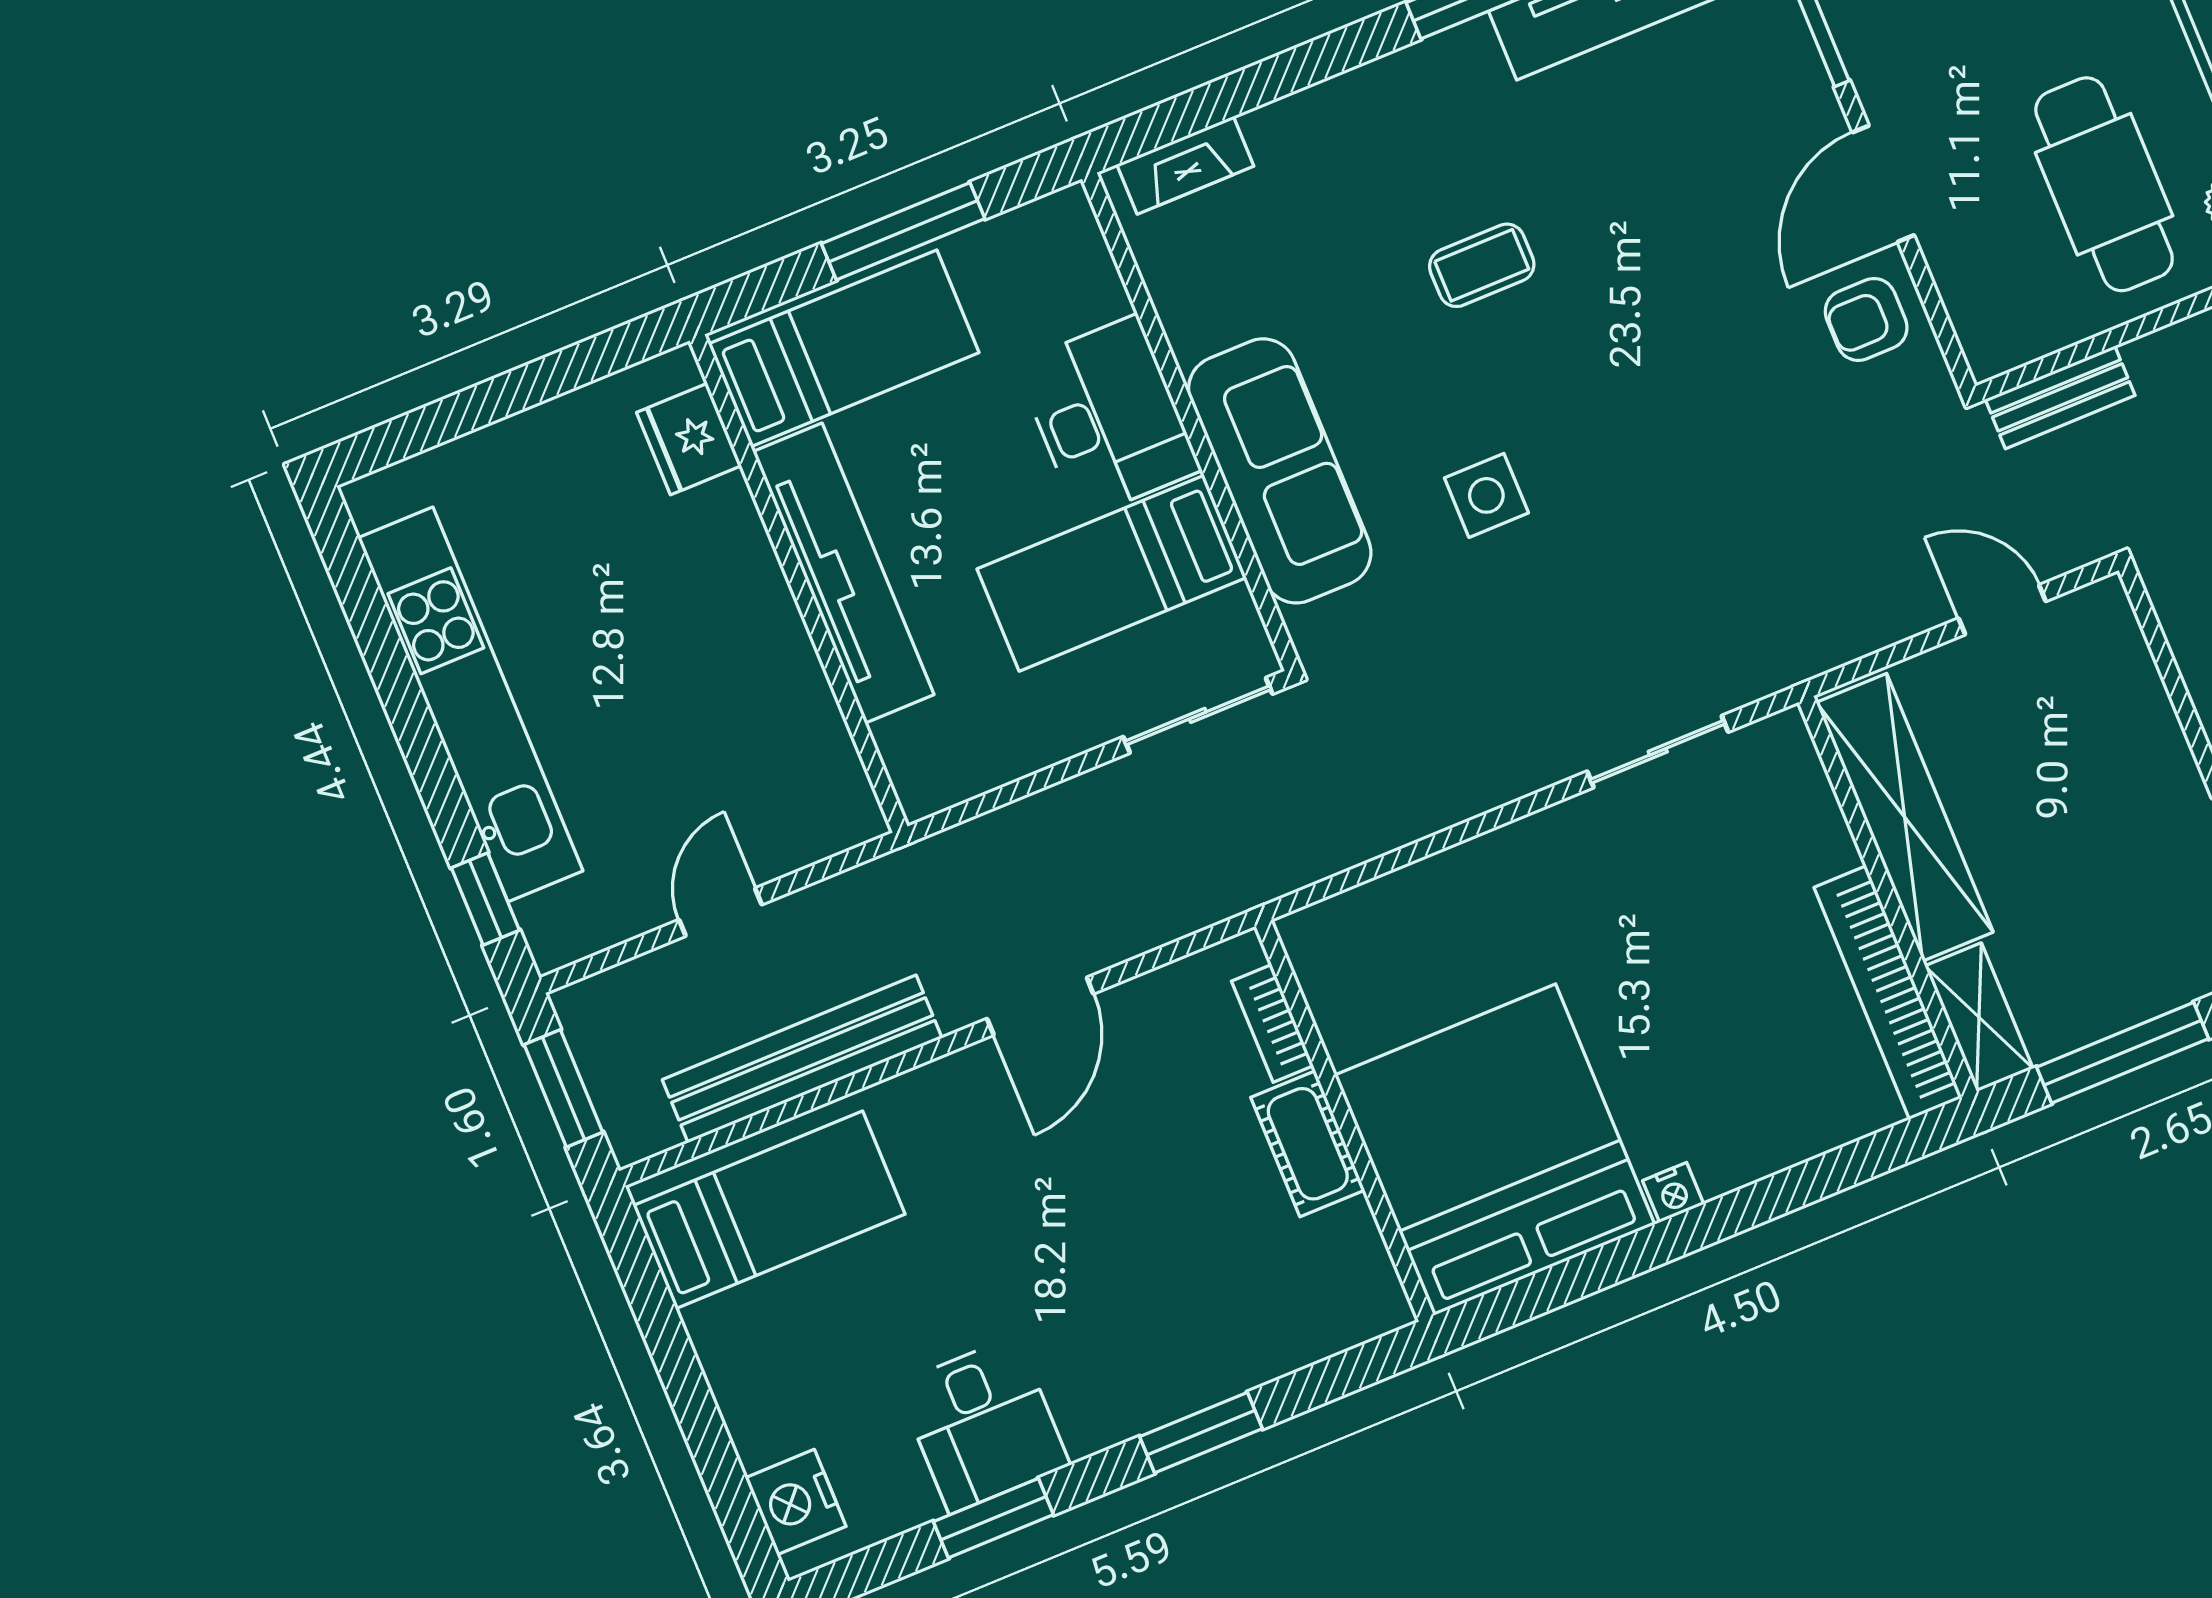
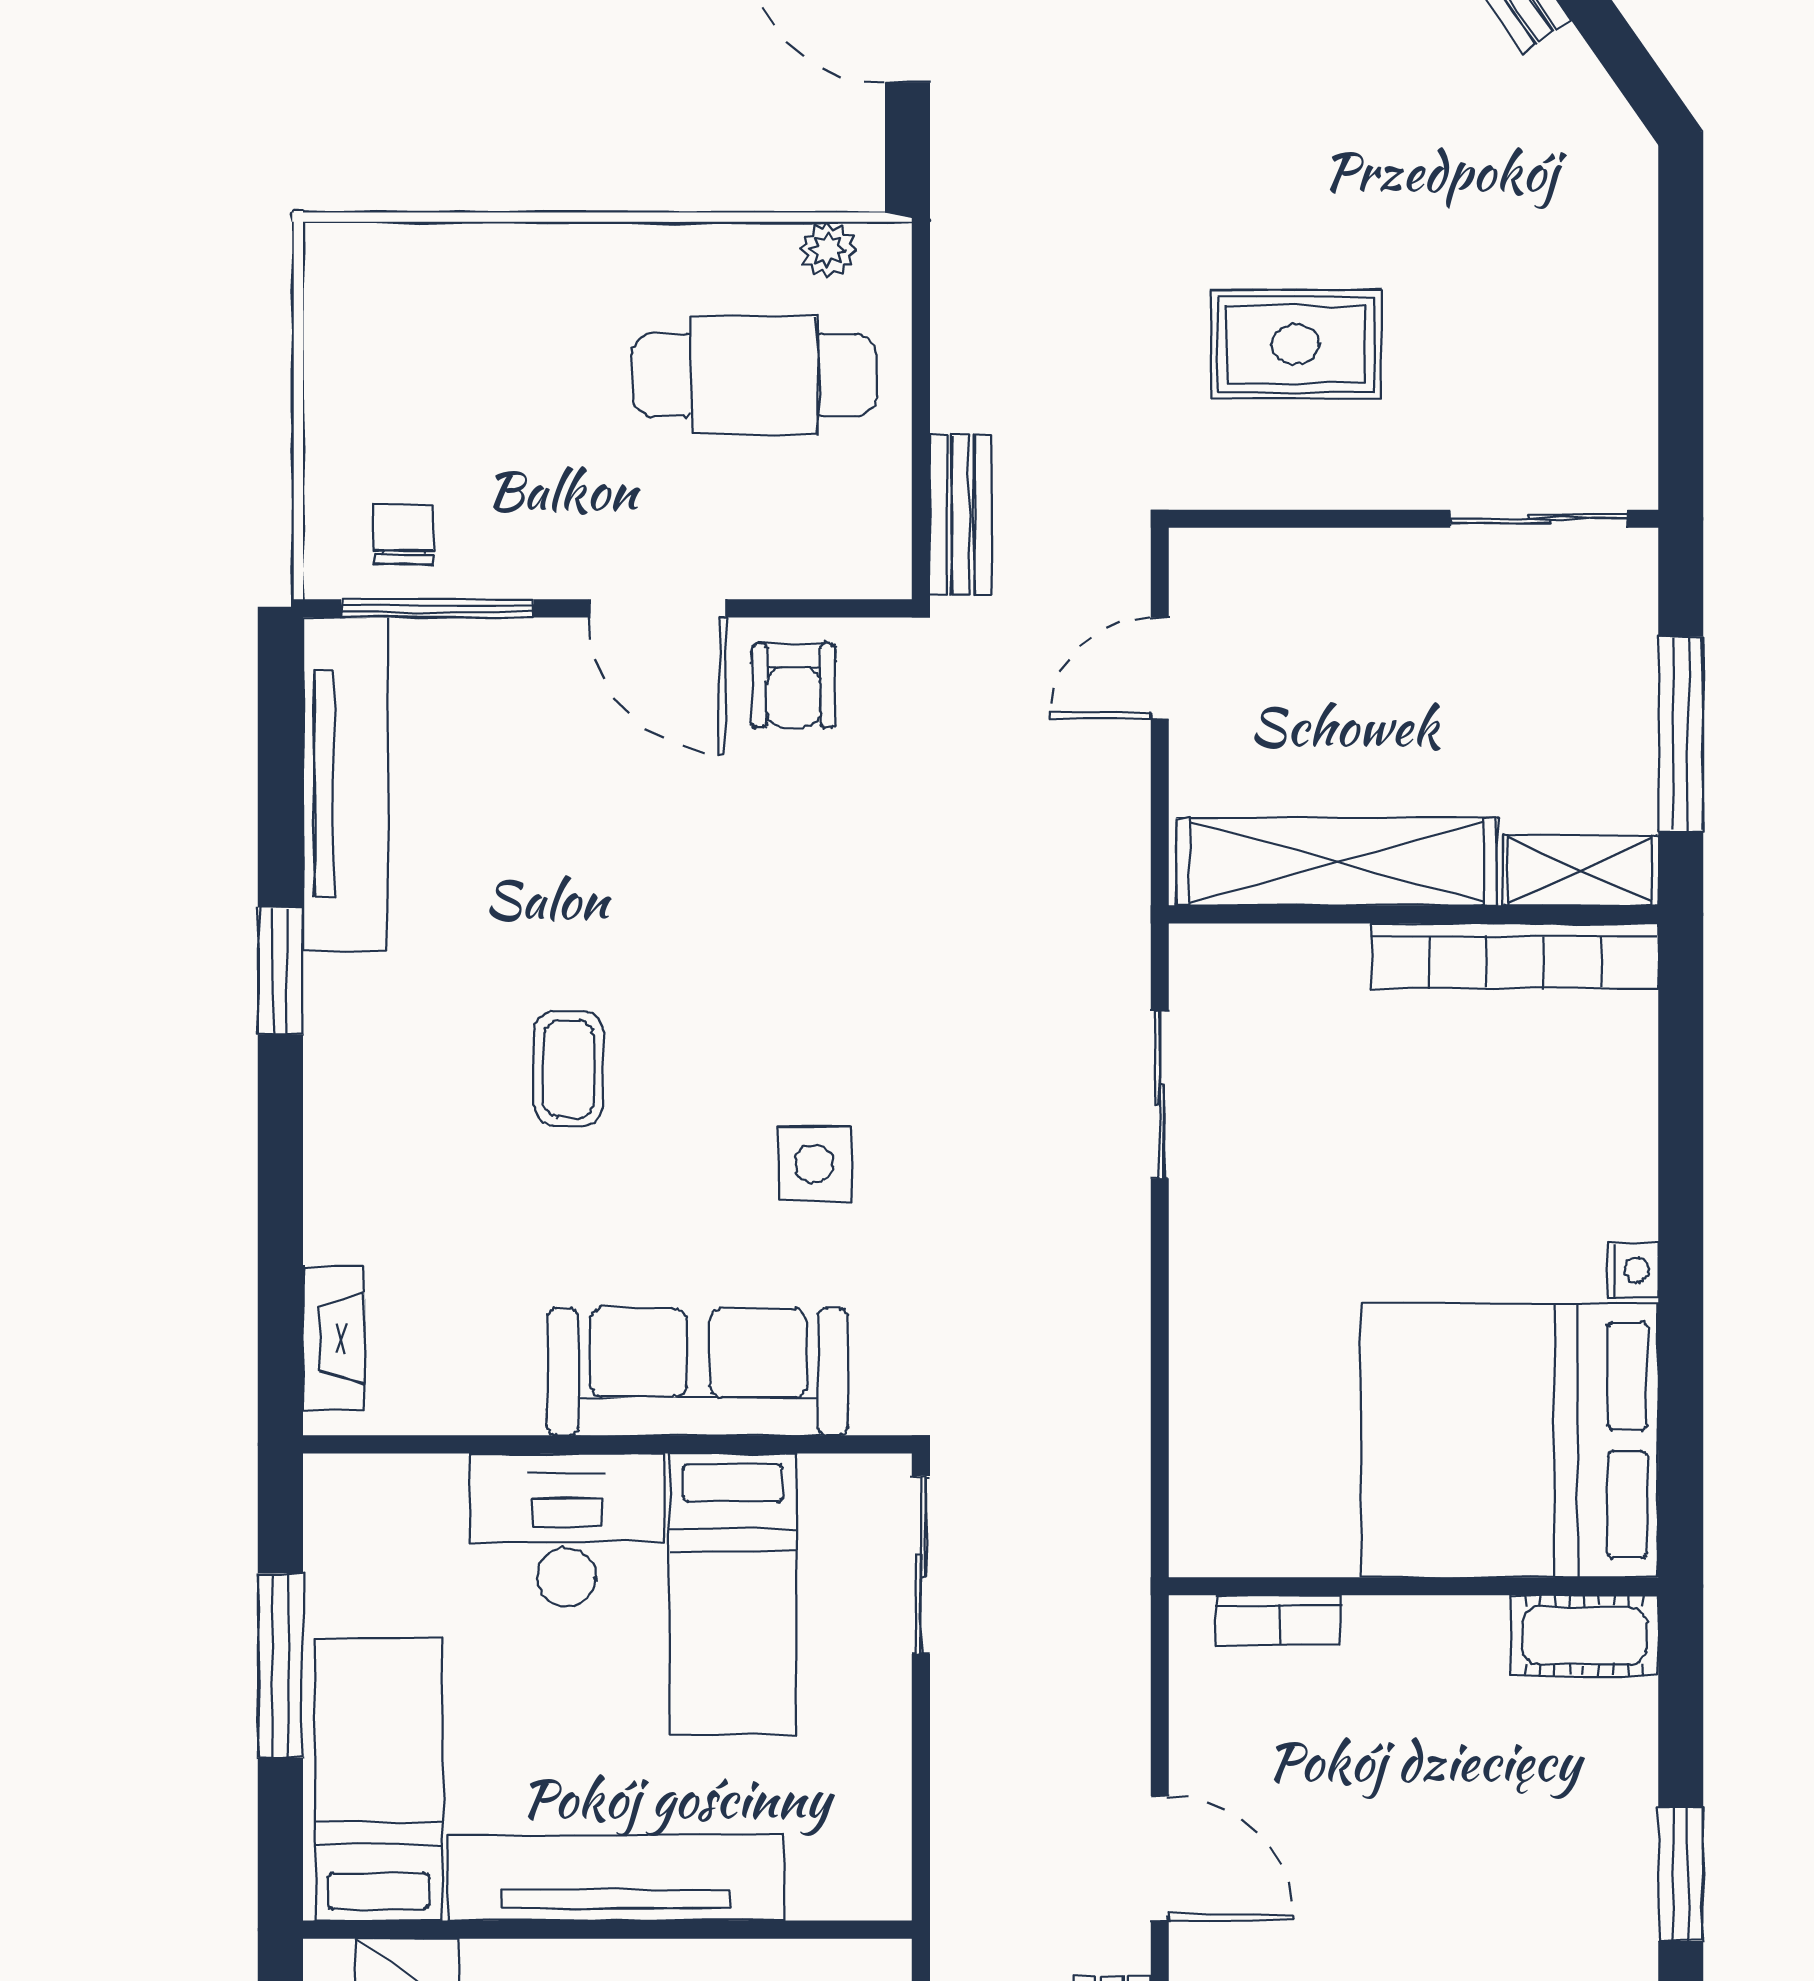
cot: (1308, 1144) -> (1584, 1635), moved

